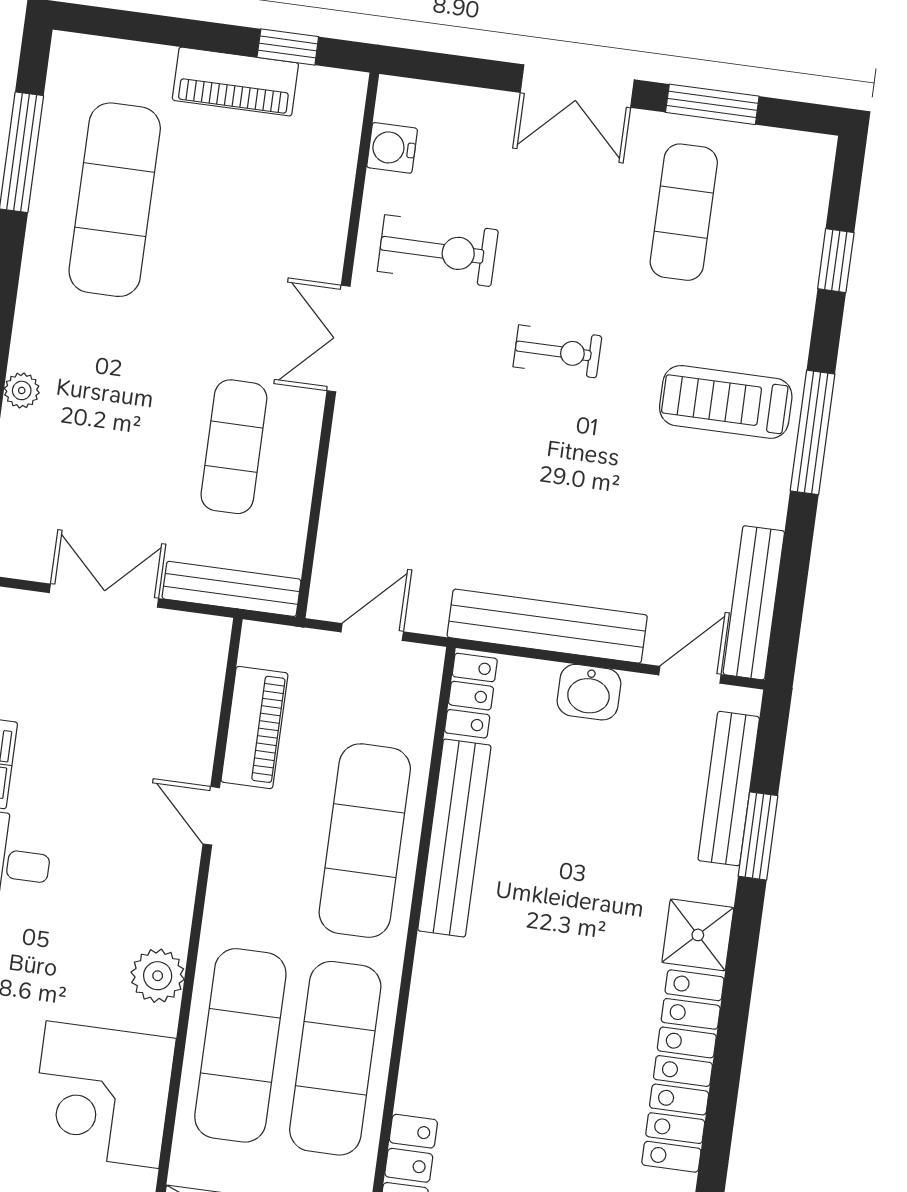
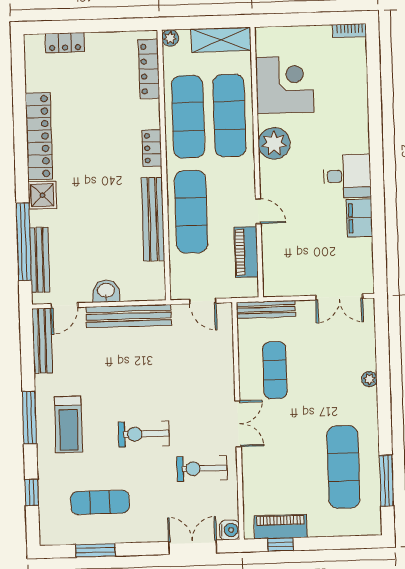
piano: (235, 82) -> (281, 527), moved
double door: (577, 86) -> (193, 547), moved
water cooler: (392, 148) -> (229, 530), moved
exercise mat: (684, 212) -> (100, 502), turned 90
exercise bike: (557, 351) -> (144, 434), width x1.38, depth x1.39
treadmill: (726, 402) -> (68, 424), turned 90
double door: (104, 596) -> (339, 297), moved
door: (372, 632) -> (203, 301), hinge flipped
locker: (471, 696) -> (152, 148), moved
window: (758, 836) -> (24, 242), width x2.11
plant: (158, 976) -> (274, 143), width x1.36, depth x1.36

